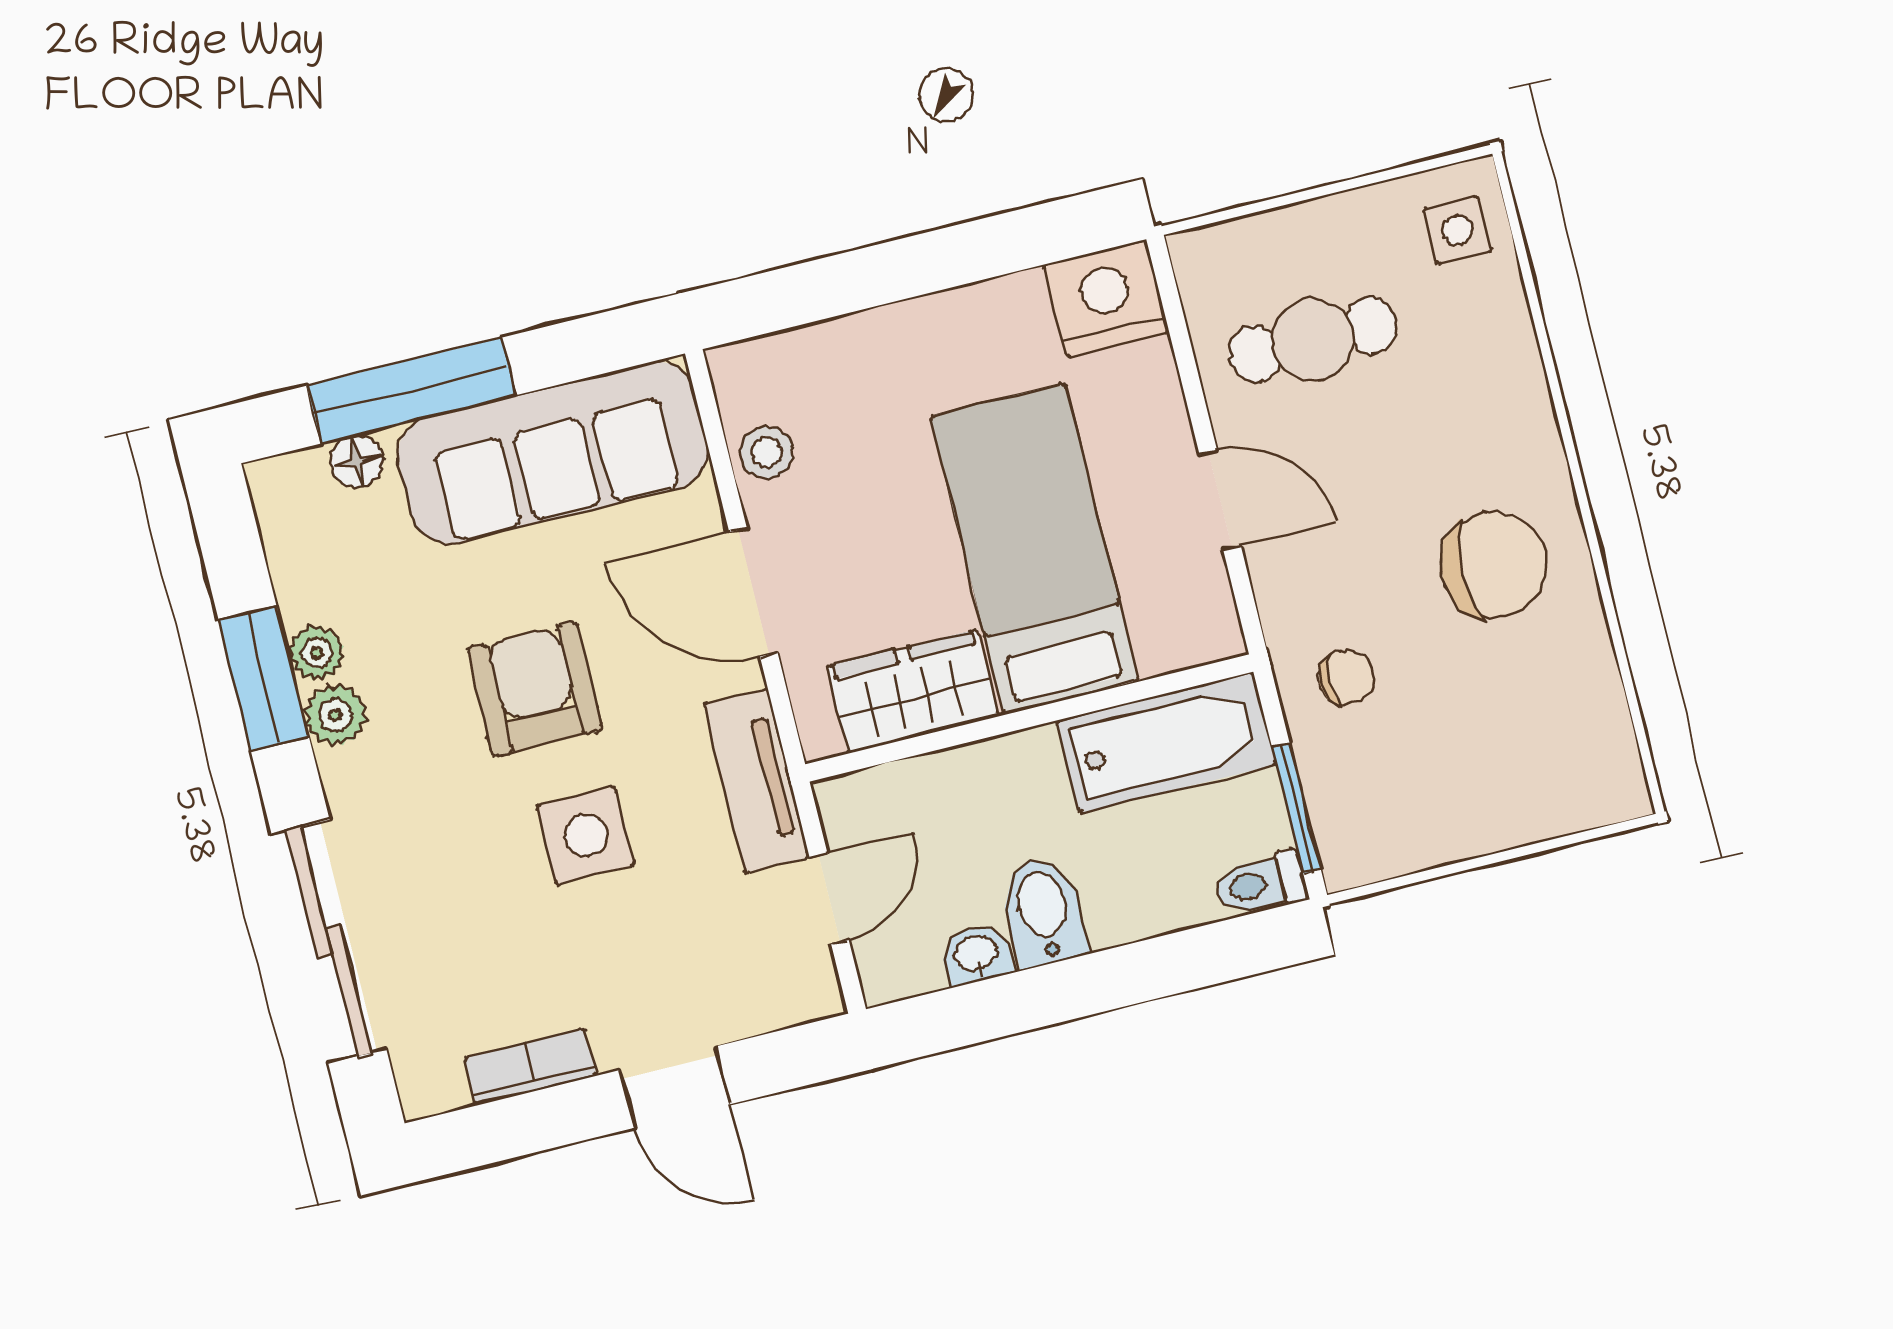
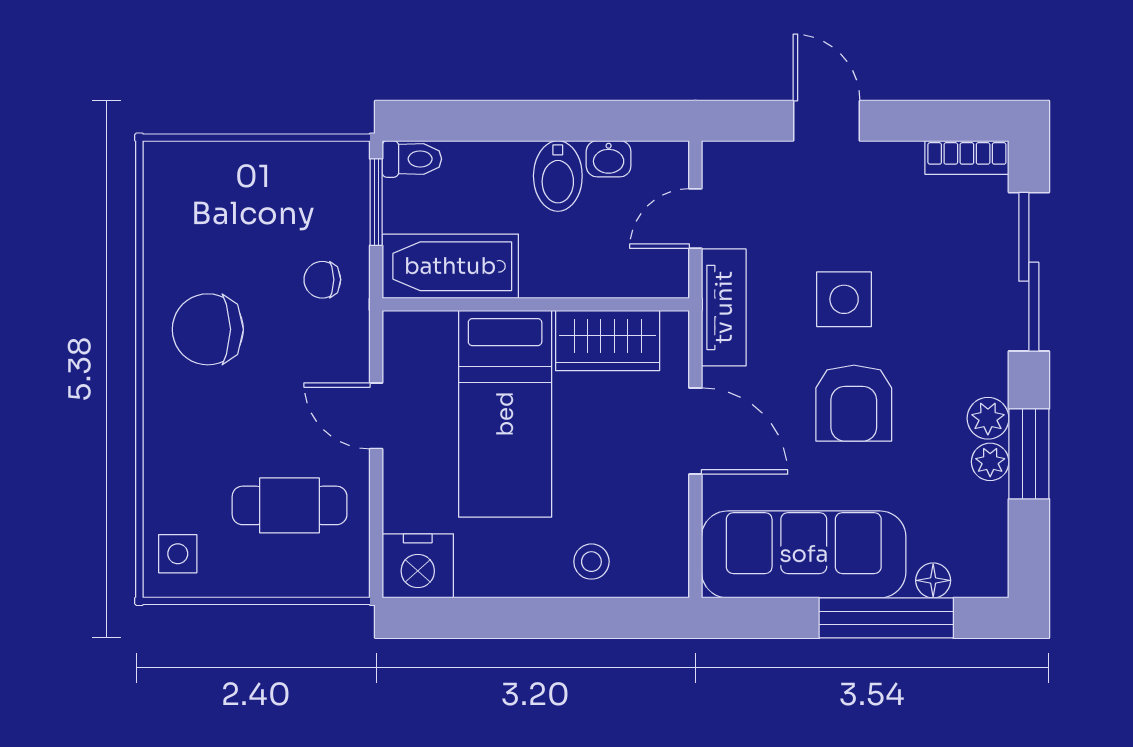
stool: (767, 453) -> (591, 562), moved
bookcase: (530, 1067) -> (967, 157), moved

